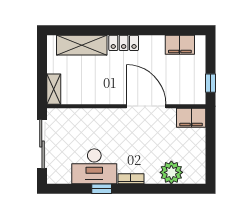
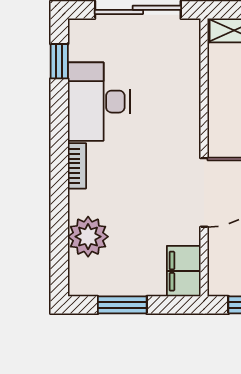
window: (210, 153) -> (122, 305), added
window: (102, 189) -> (59, 61), moved

